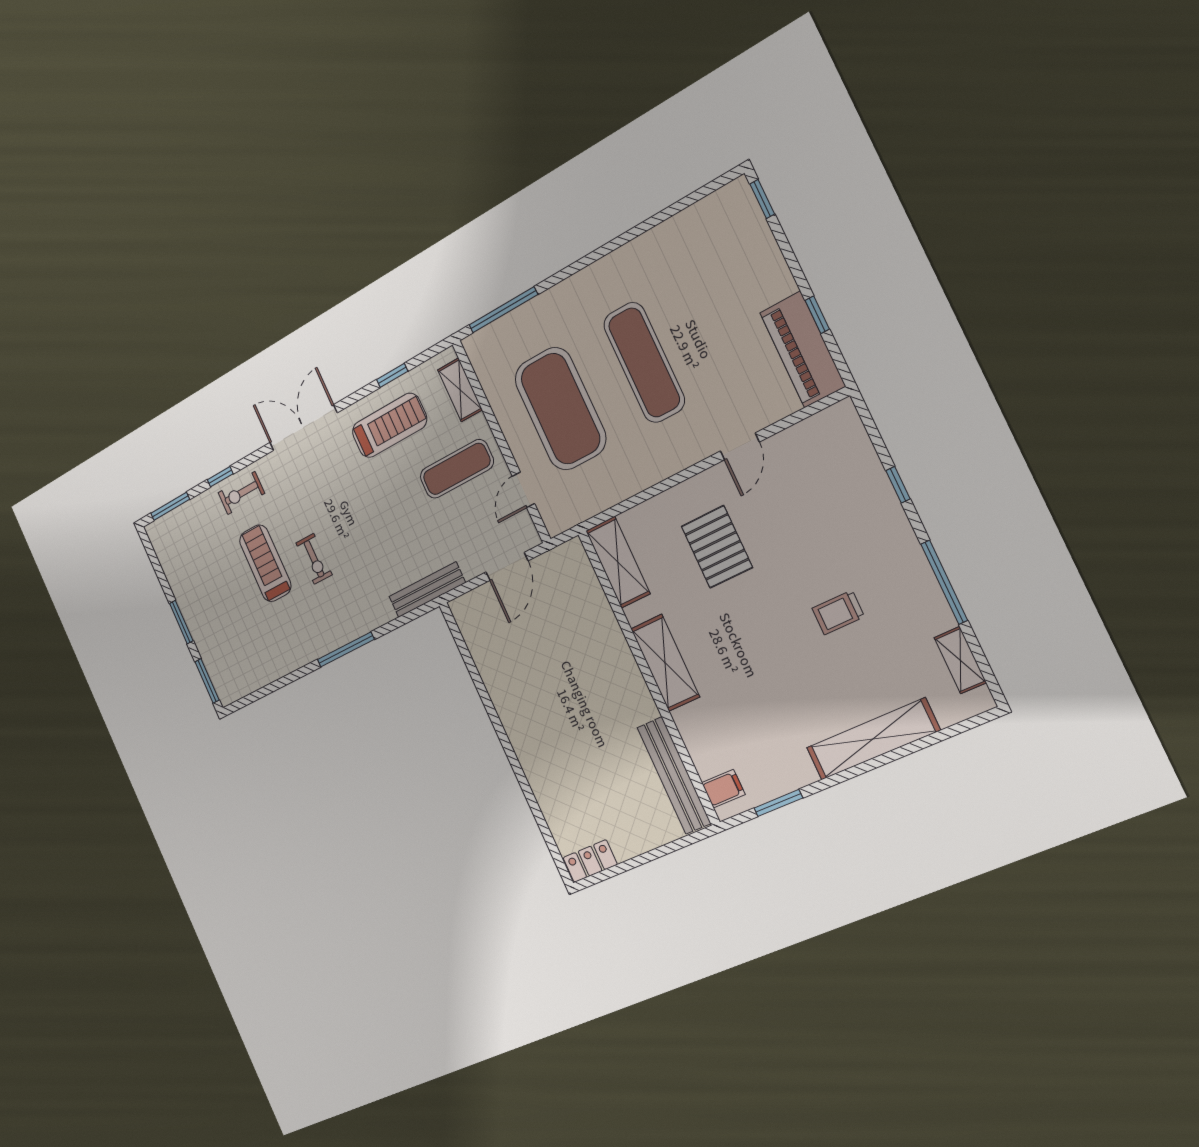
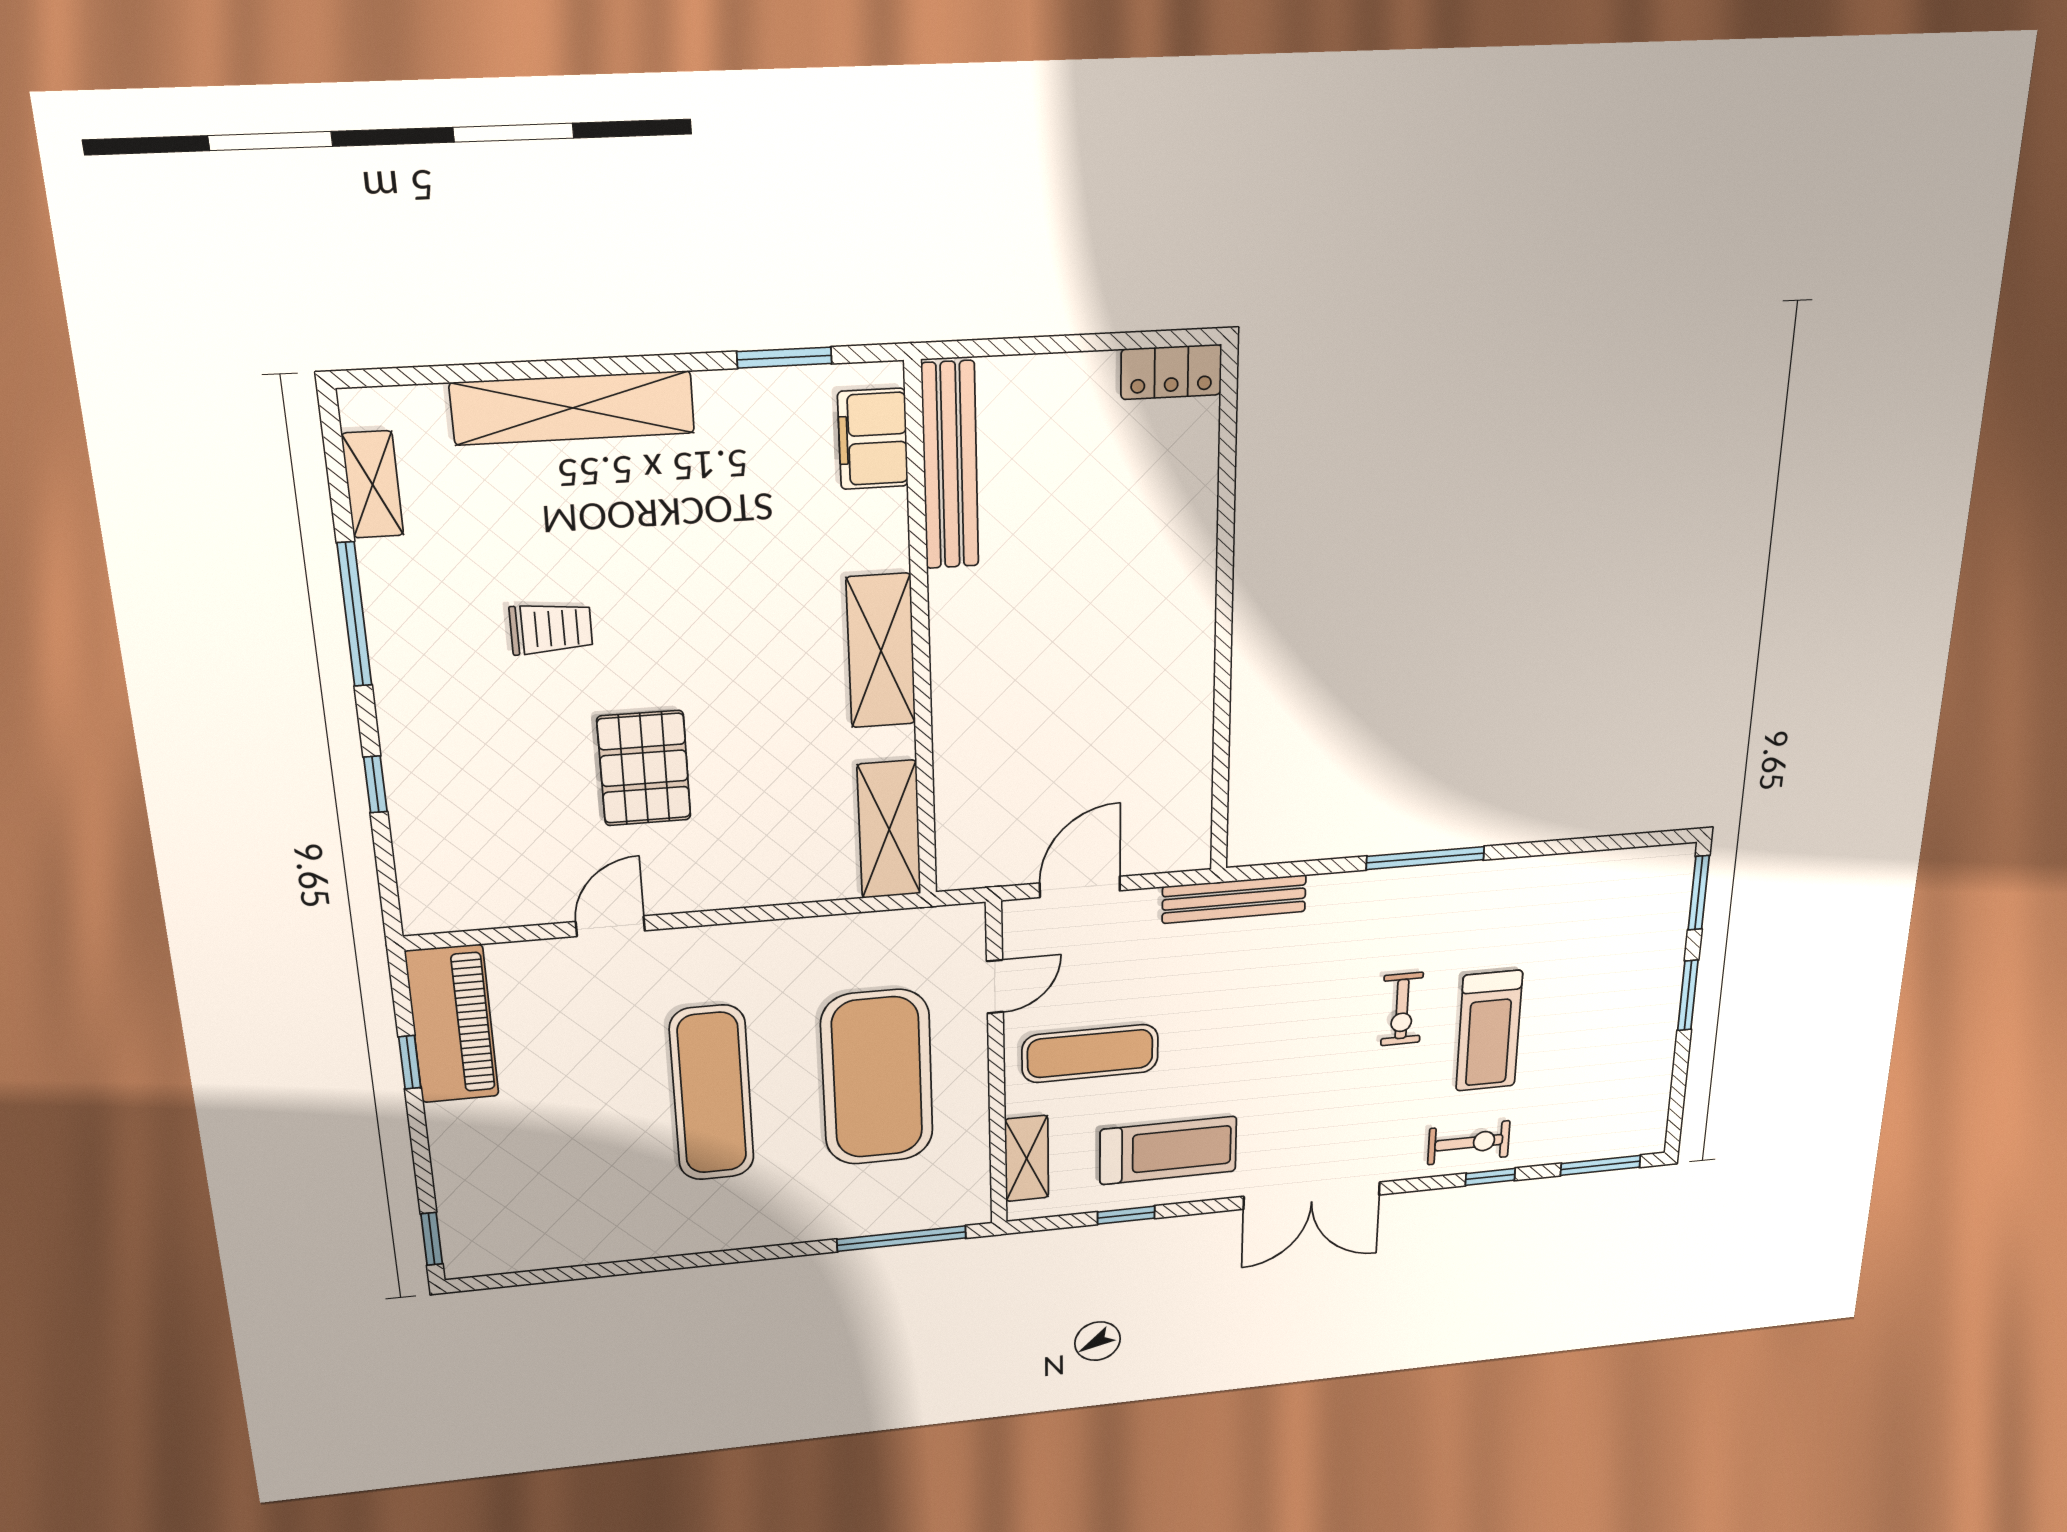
treadmill: (389, 425) -> (1168, 1150), turned 180
pallet: (717, 547) -> (644, 768), moved
exercise bike: (314, 559) -> (1402, 1009), turned 180
filing cabinet: (723, 789) -> (873, 439), width x2.00

